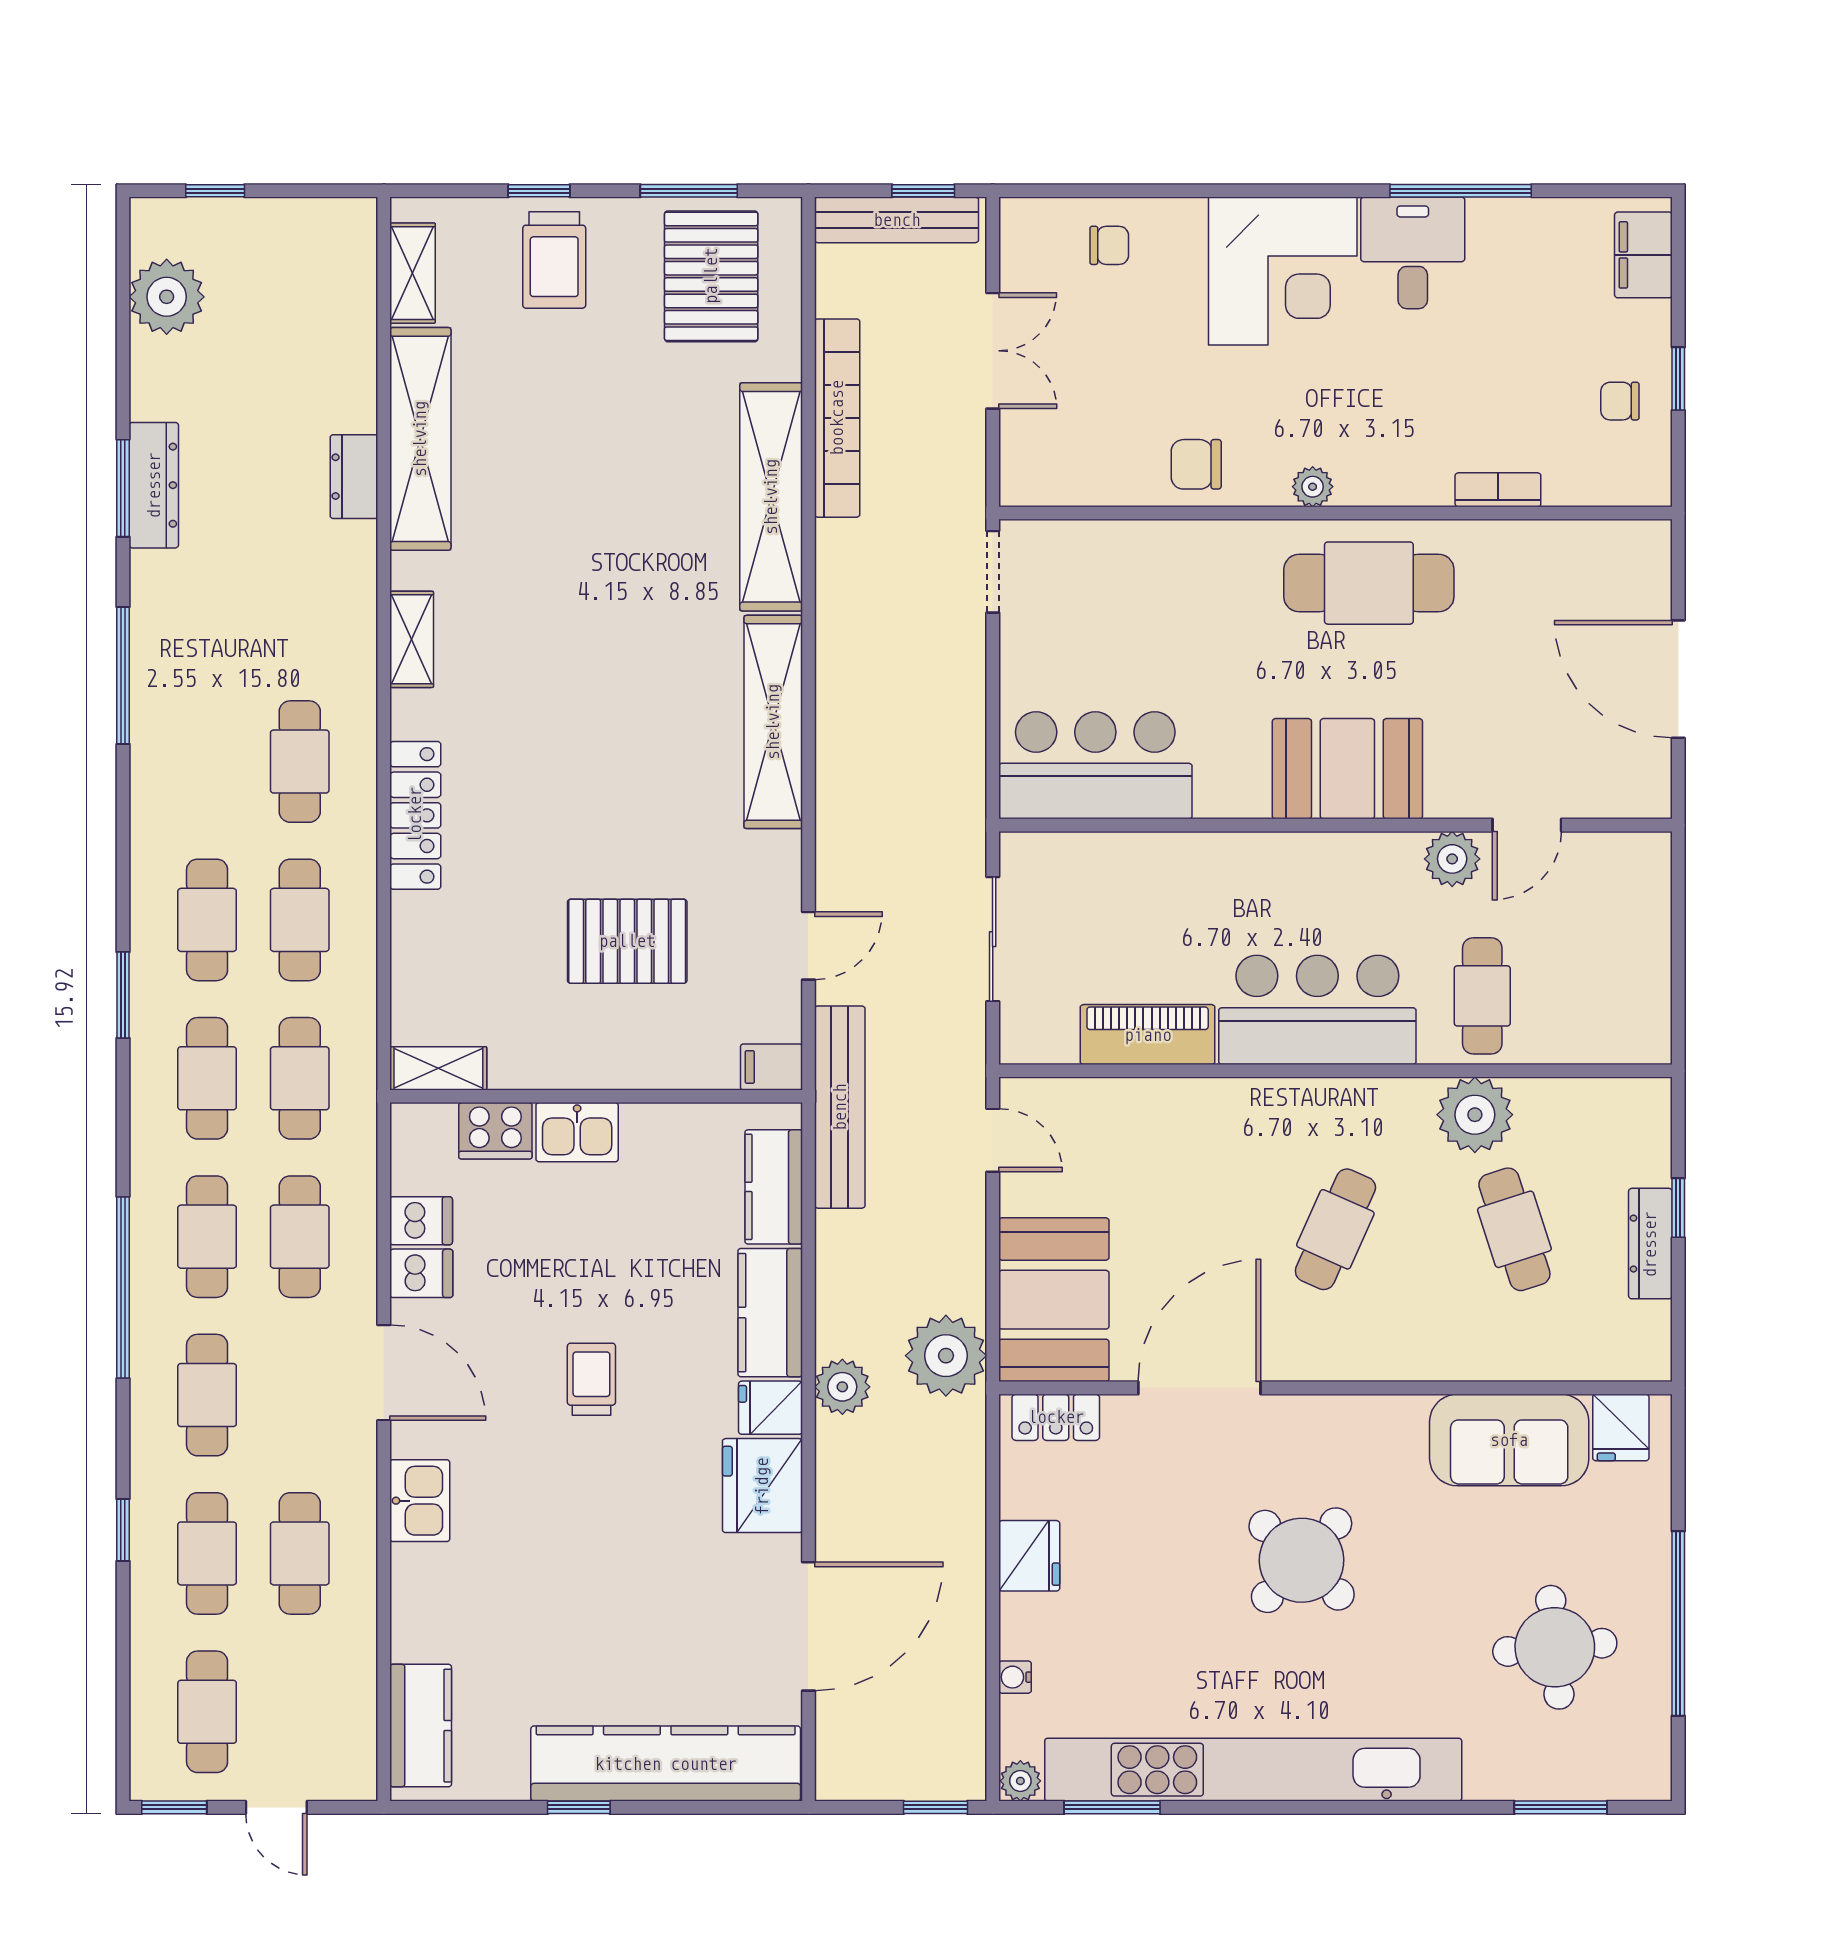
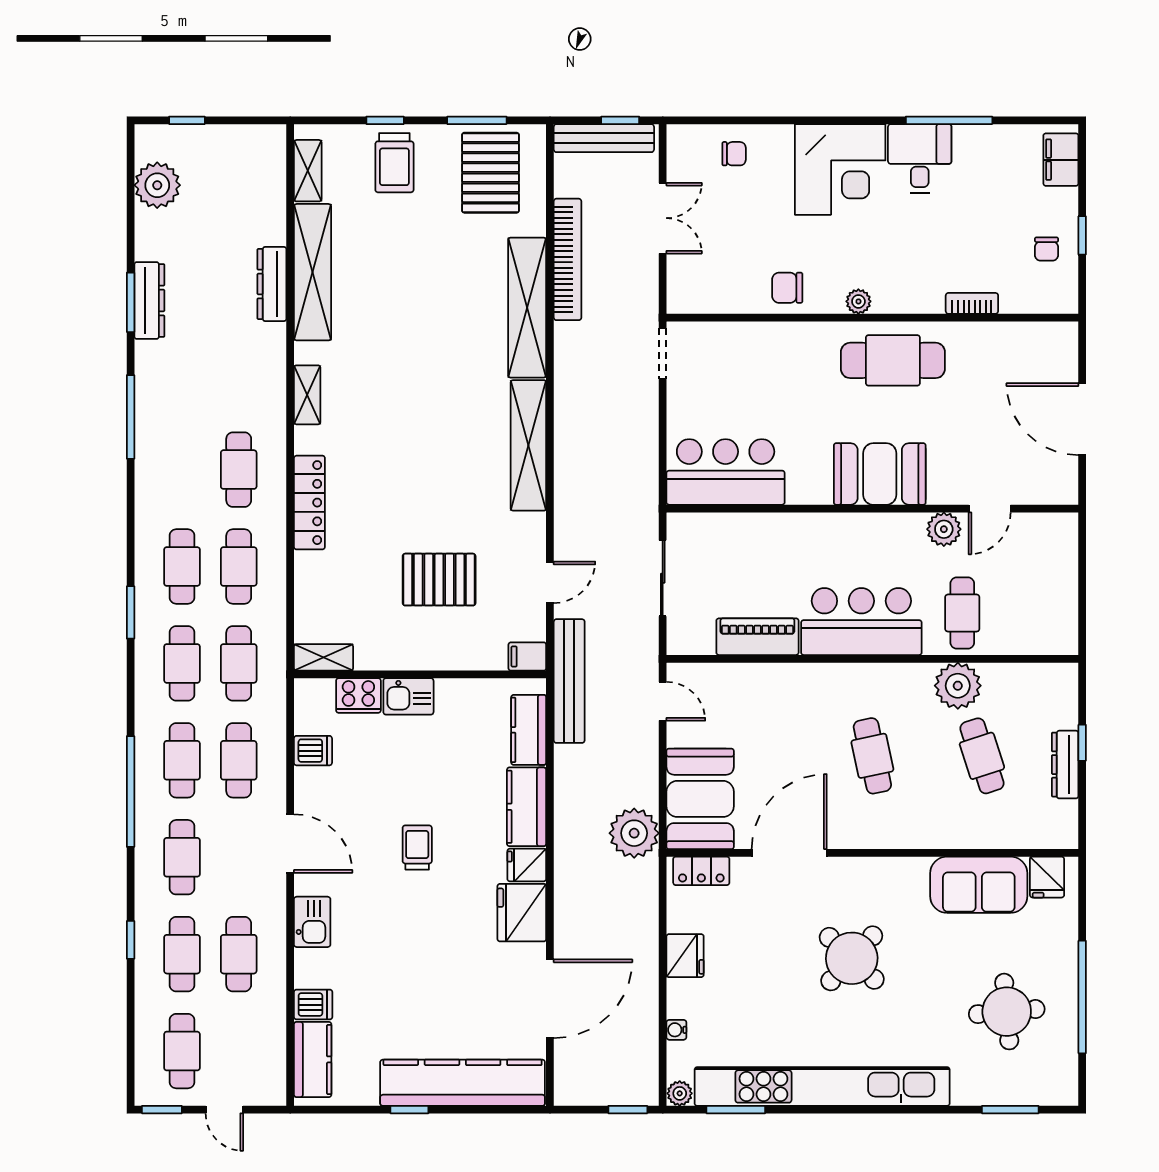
chair: (1620, 401) -> (1046, 249), turned -90
dresser: (354, 477) -> (272, 284), width x1.44
cafe table: (1335, 1229) -> (872, 756), turned -36
dishwasher: (421, 1273) -> (313, 1005), moved
plant: (842, 1387) -> (571, 852), removed

